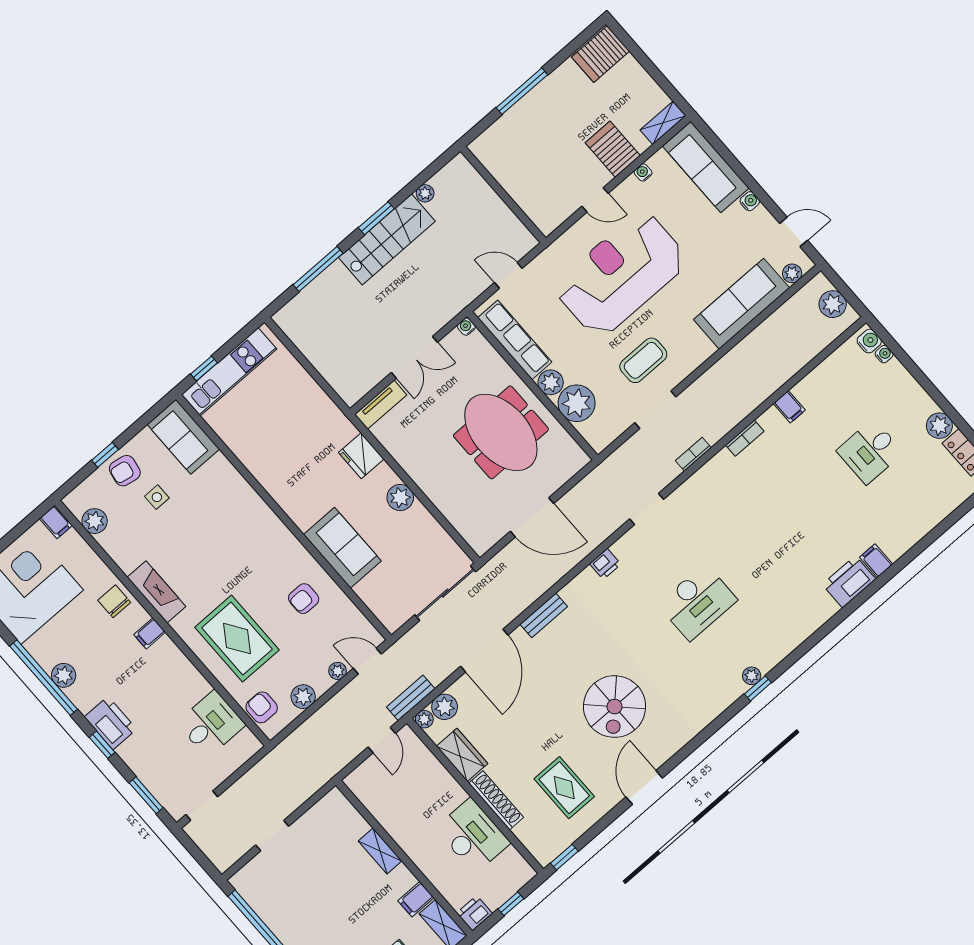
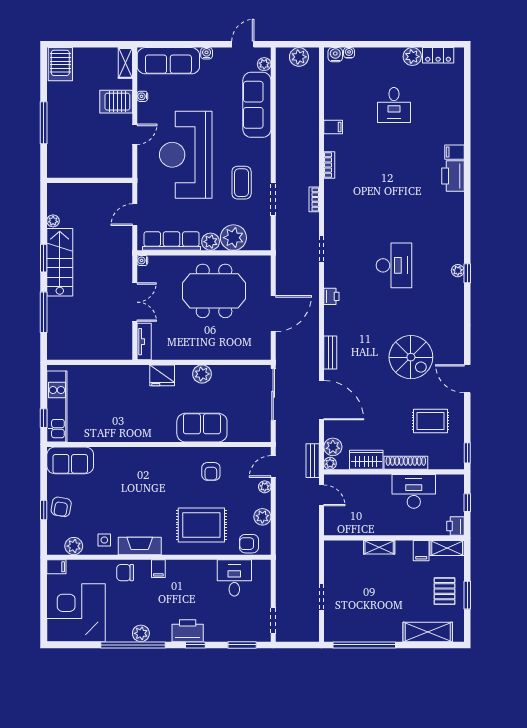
side table: (157, 497) -> (104, 540), moved

